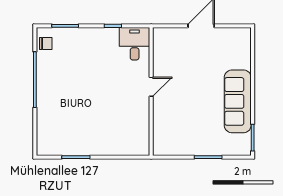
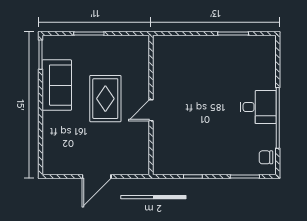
desk: (135, 44) -> (258, 107), moved, turned -90
rug: (193, 97) -> (105, 99), added
sofa: (238, 101) -> (57, 85), width x0.73

